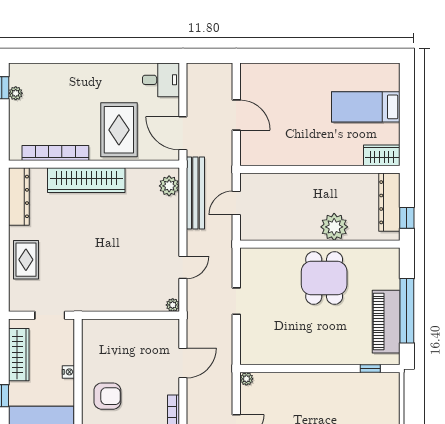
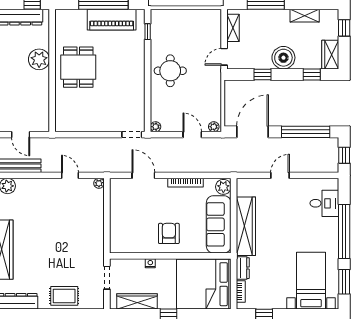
dining table: (324, 278) -> (78, 67), turned 90
doorway: (236, 301) -> (132, 135), moved
round table: (319, 398) -> (170, 71), added

